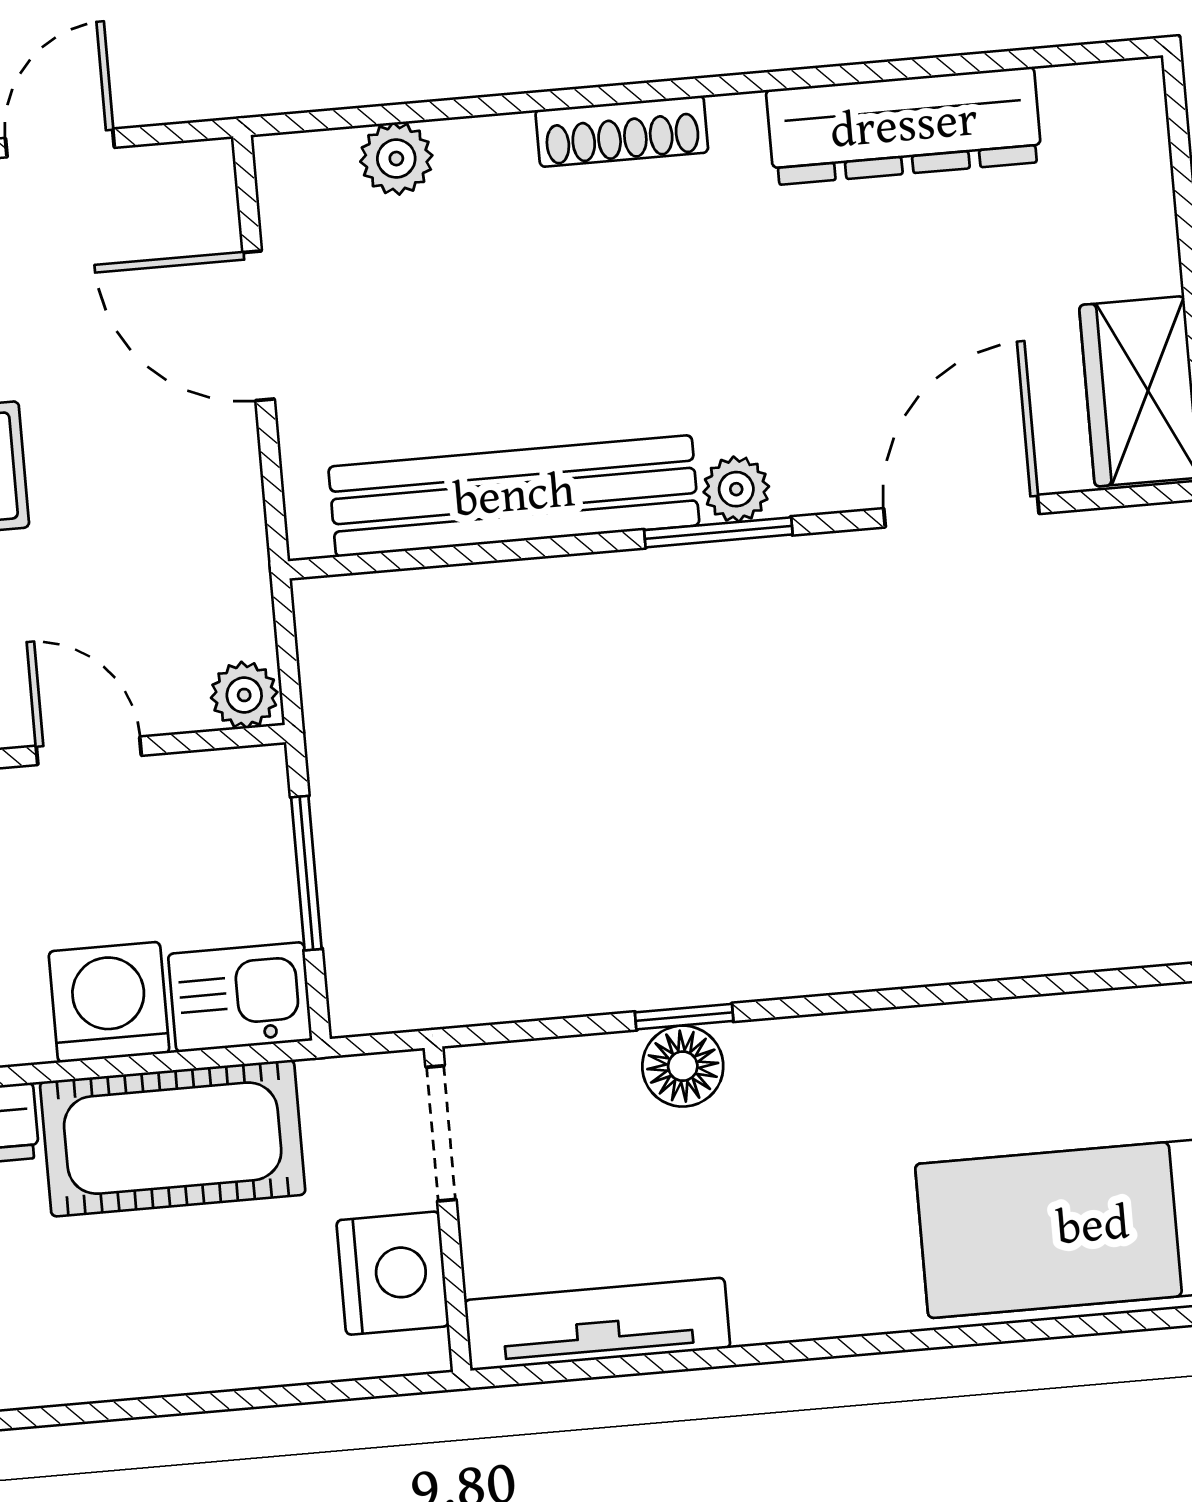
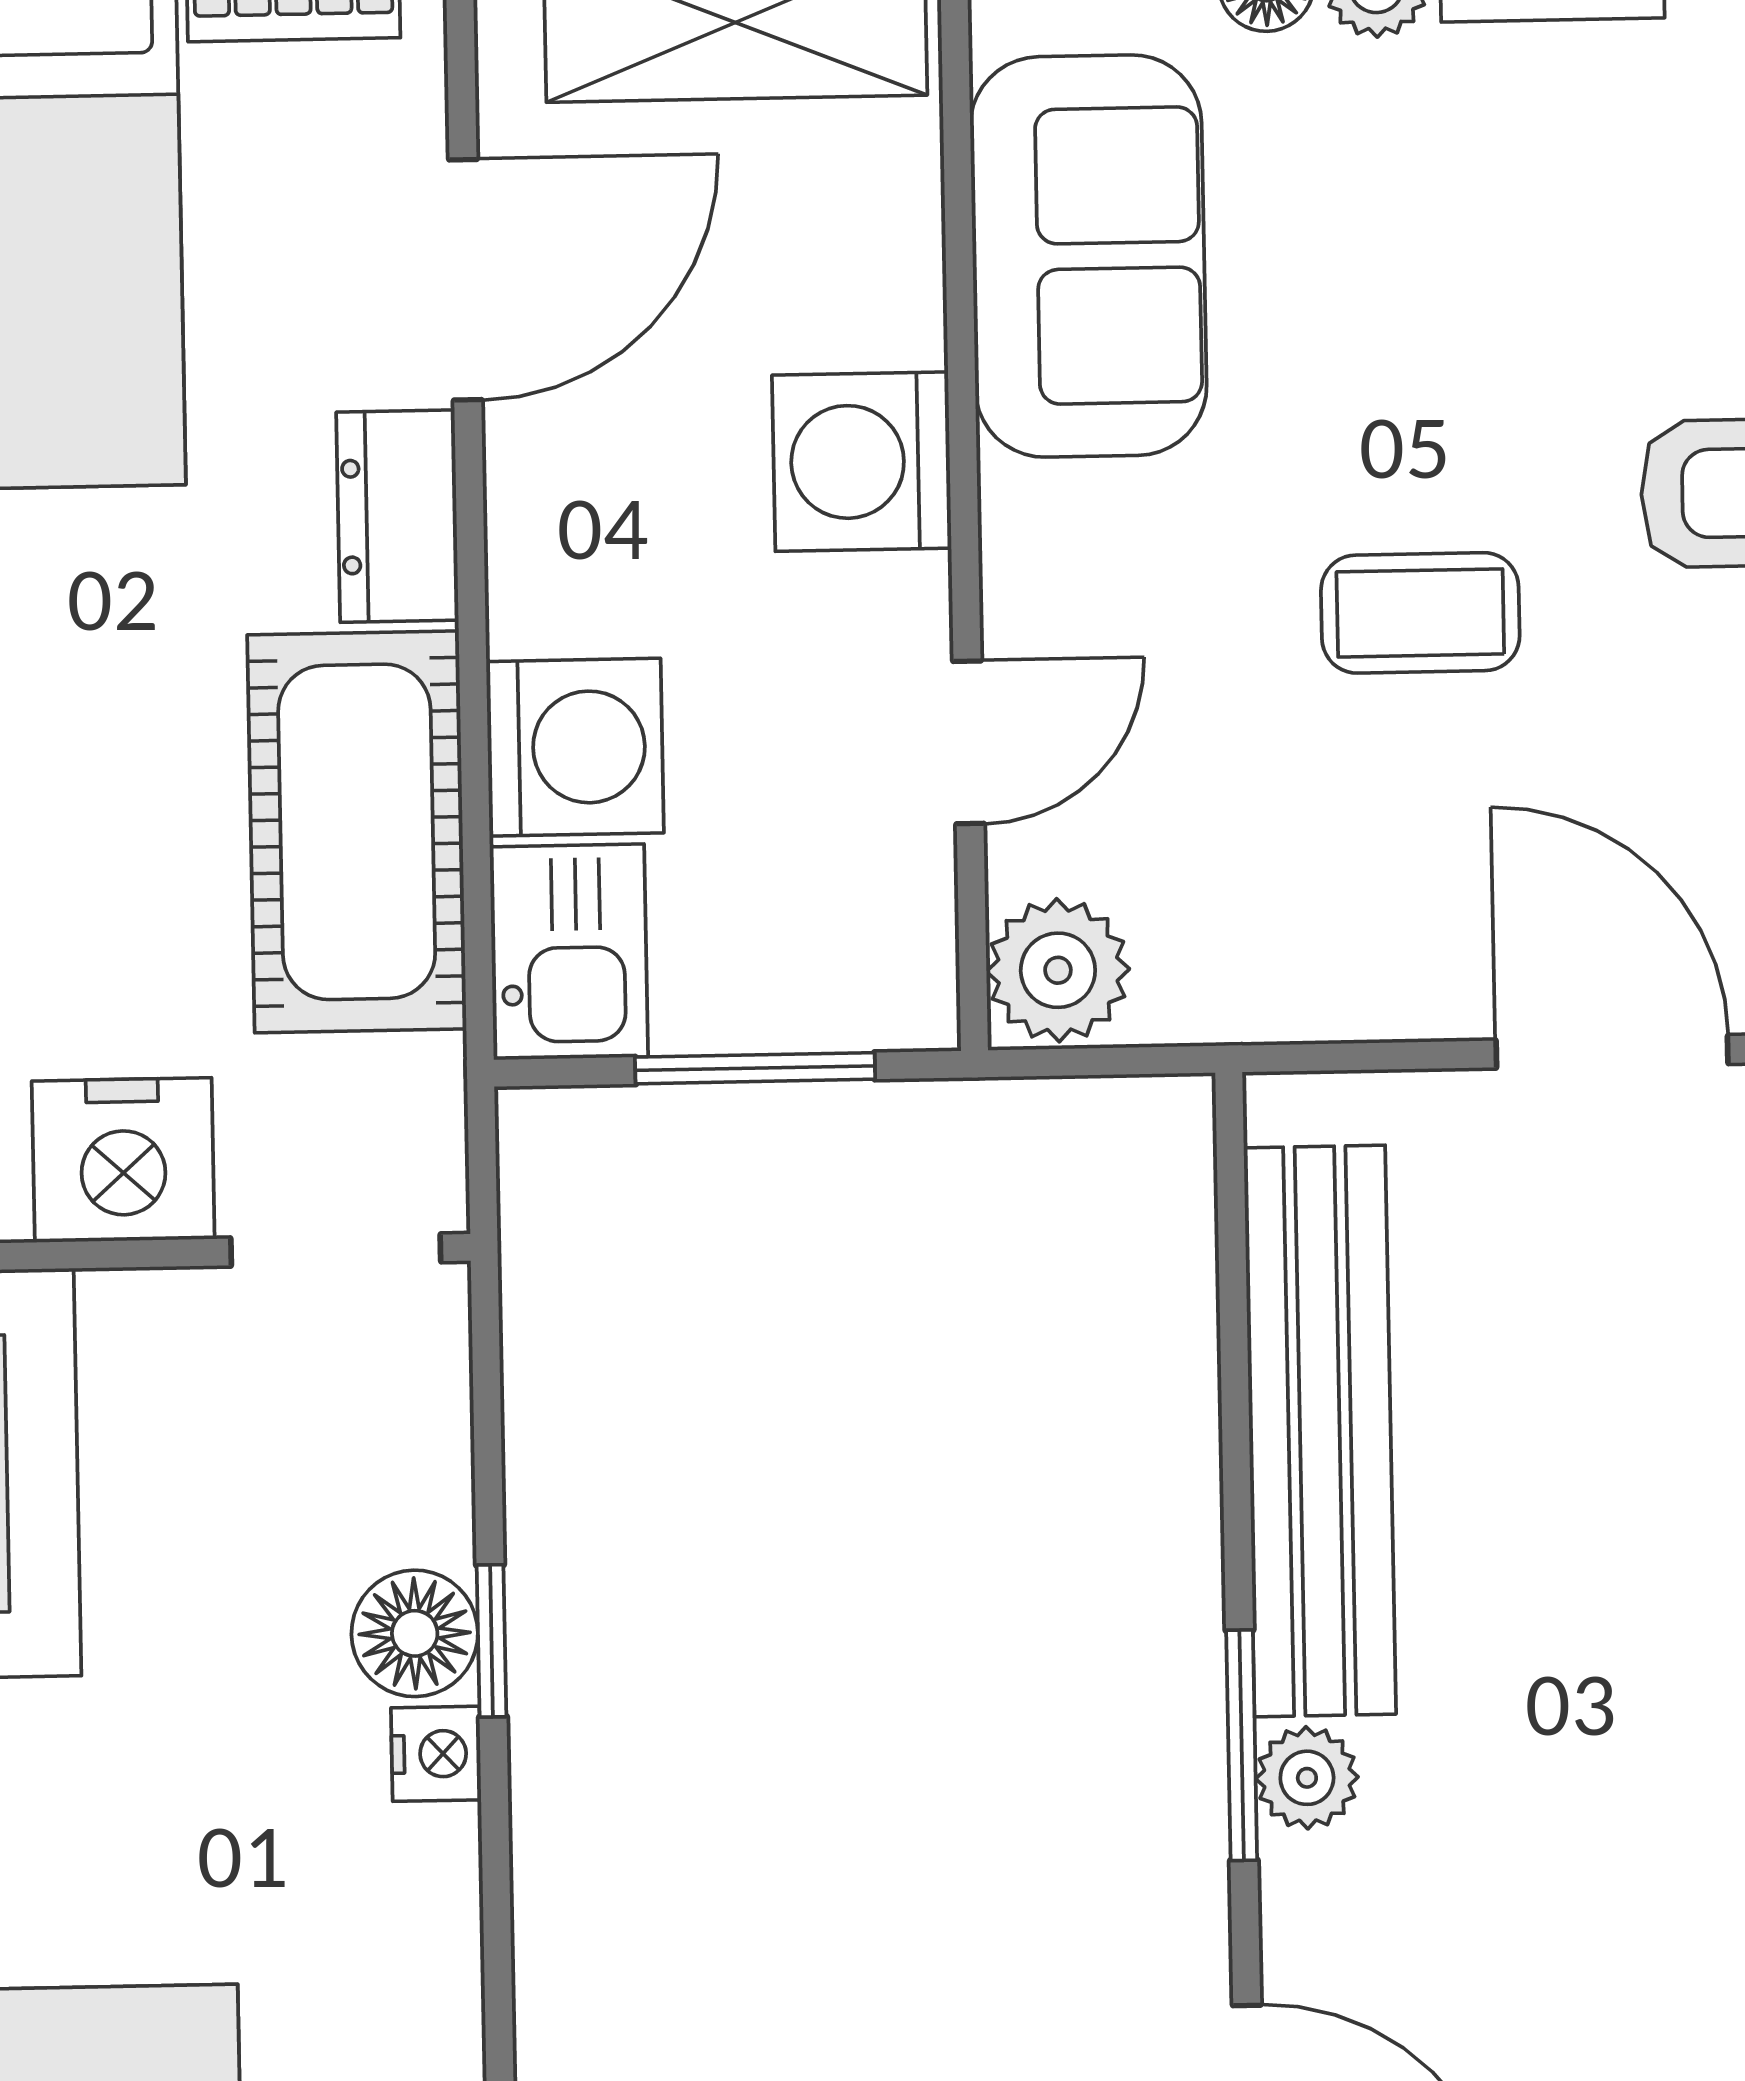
door: (259, 326) -> (1612, 1052), hinge flipped
plant: (244, 695) -> (1058, 970), width x1.38, depth x1.38
nightstand: (759, 1047) -> (436, 1754), added

